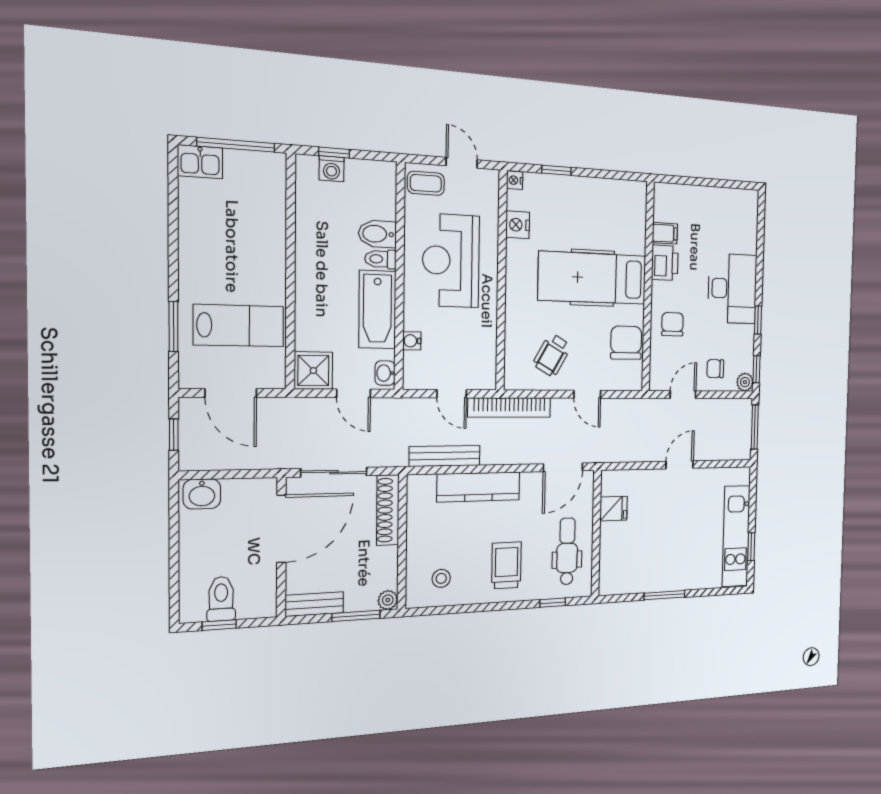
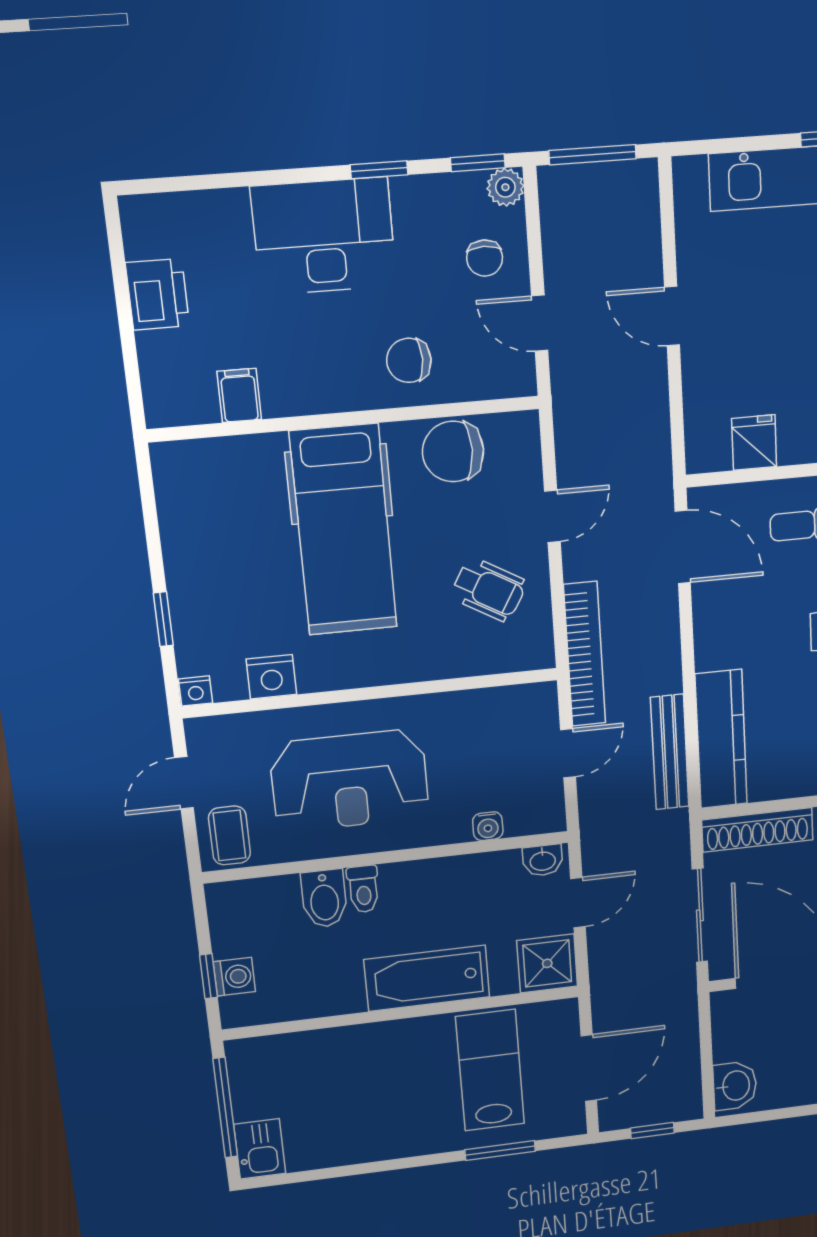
printer: (665, 263) -> (158, 294), moved, turned 90
bathtub: (377, 310) -> (427, 978), moved, turned 180
kitchen counter: (479, 487) -> (721, 739), moved

